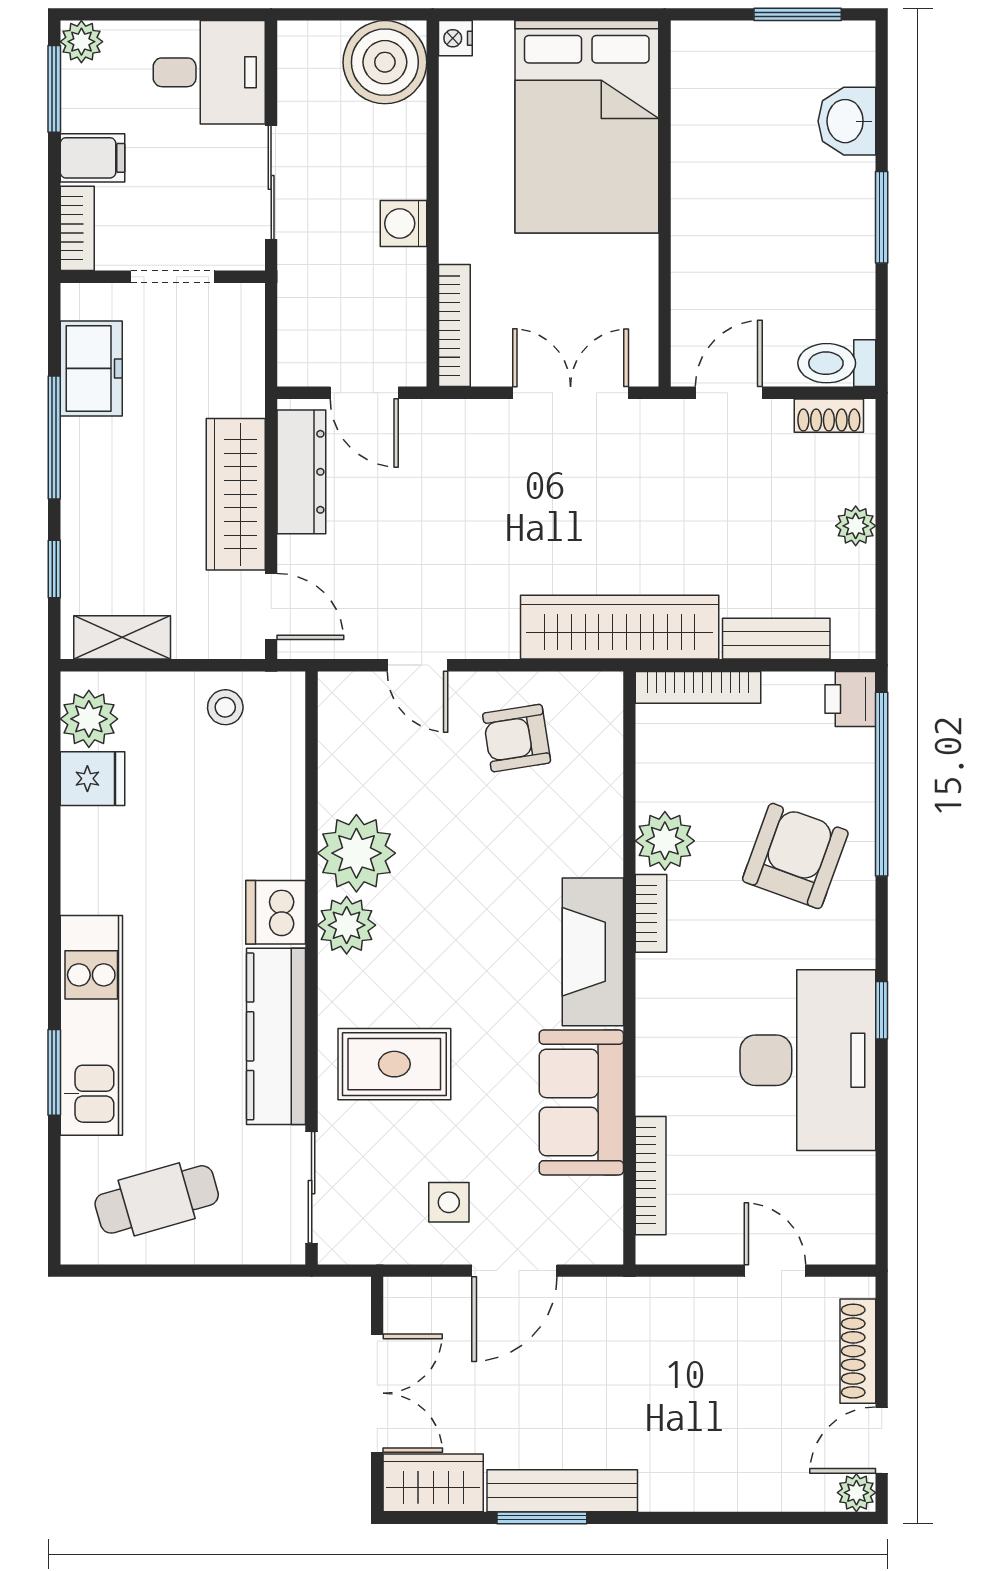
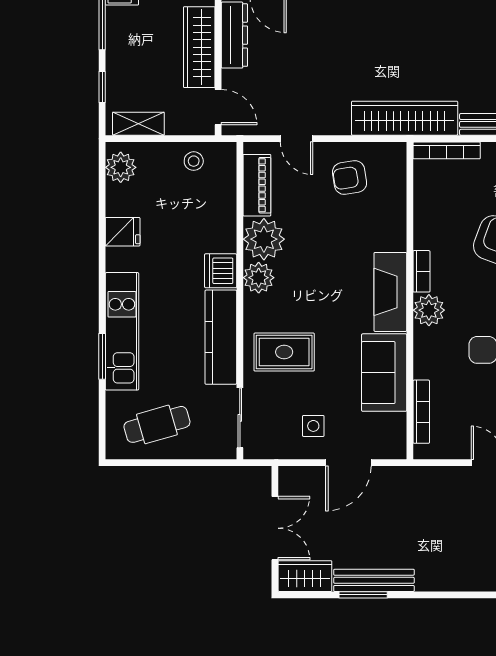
piano: (343, 752) -> (257, 185), added
fridge: (92, 779) -> (123, 232), moved
plant: (665, 841) -> (429, 310), moved

